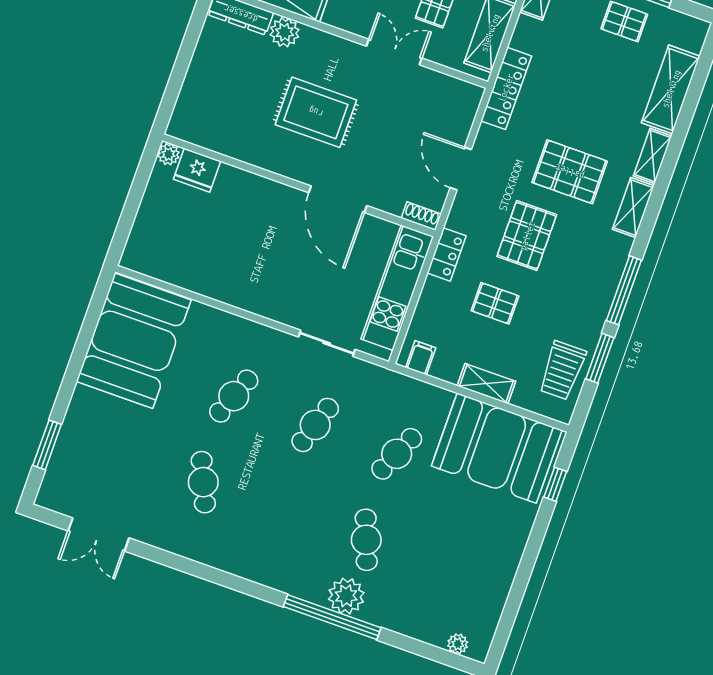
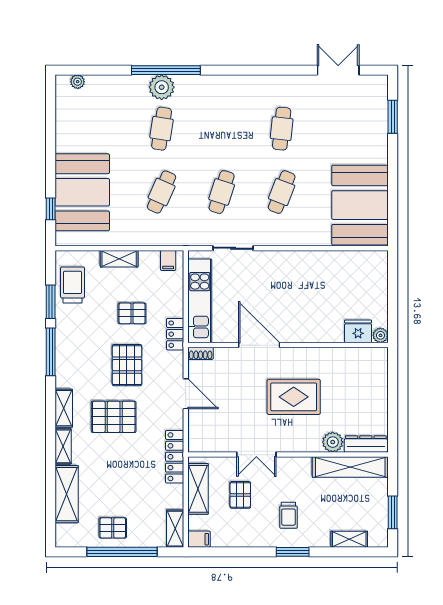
booth: (497, 448) -> (82, 192), moved, turned 90
cafe table: (203, 482) -> (282, 129), turned 30
cafe table: (366, 540) -> (162, 129), turned 30

